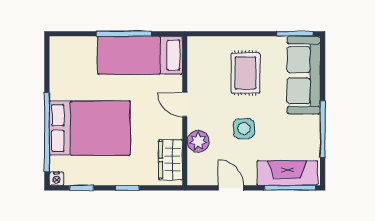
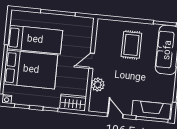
bed: (140, 55) -> (35, 40), moved, turned 180
door: (185, 105) -> (92, 61), hinge flipped
side table: (244, 129) -> (127, 79), removed
wardrobe: (171, 160) -> (73, 103), moved, turned 90

